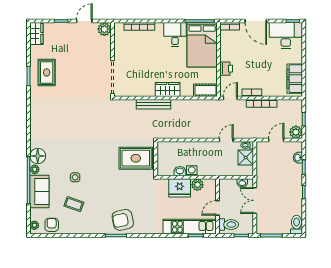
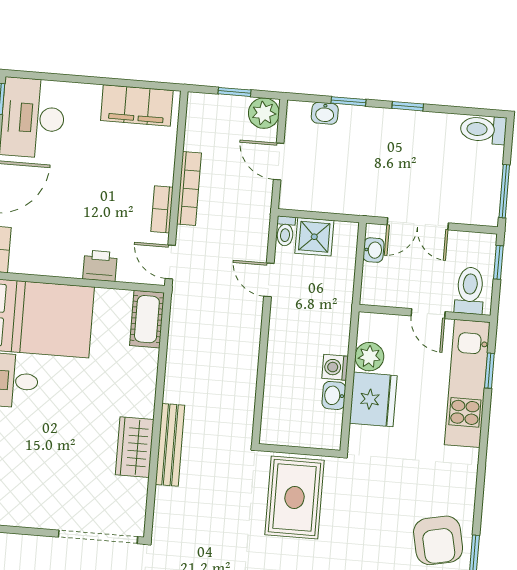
wardrobe: (168, 90) -> (135, 447), moved

